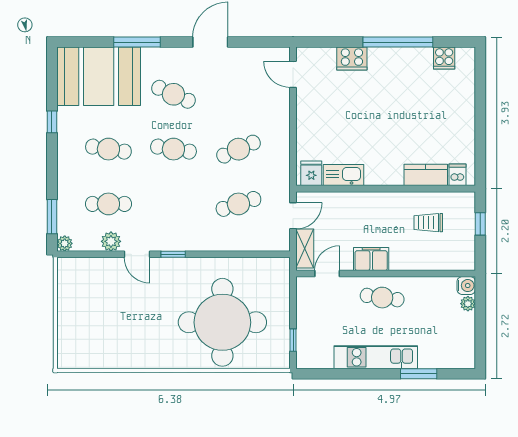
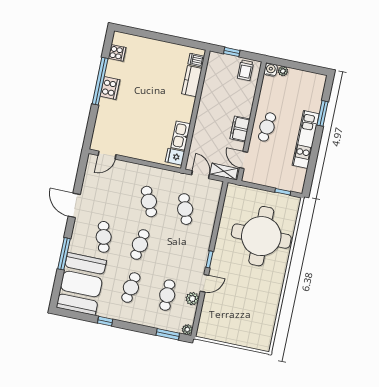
cooker: (352, 58) -> (110, 88), moved
cafe table: (173, 94) -> (104, 237), turned -36
trolley: (428, 223) -> (245, 70), moved

